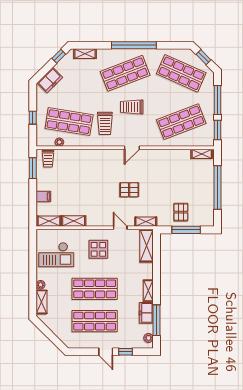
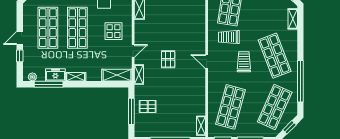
window: (134, 45) -> (300, 81), moved
shop shelf: (181, 122) -> (230, 107), turned 36

